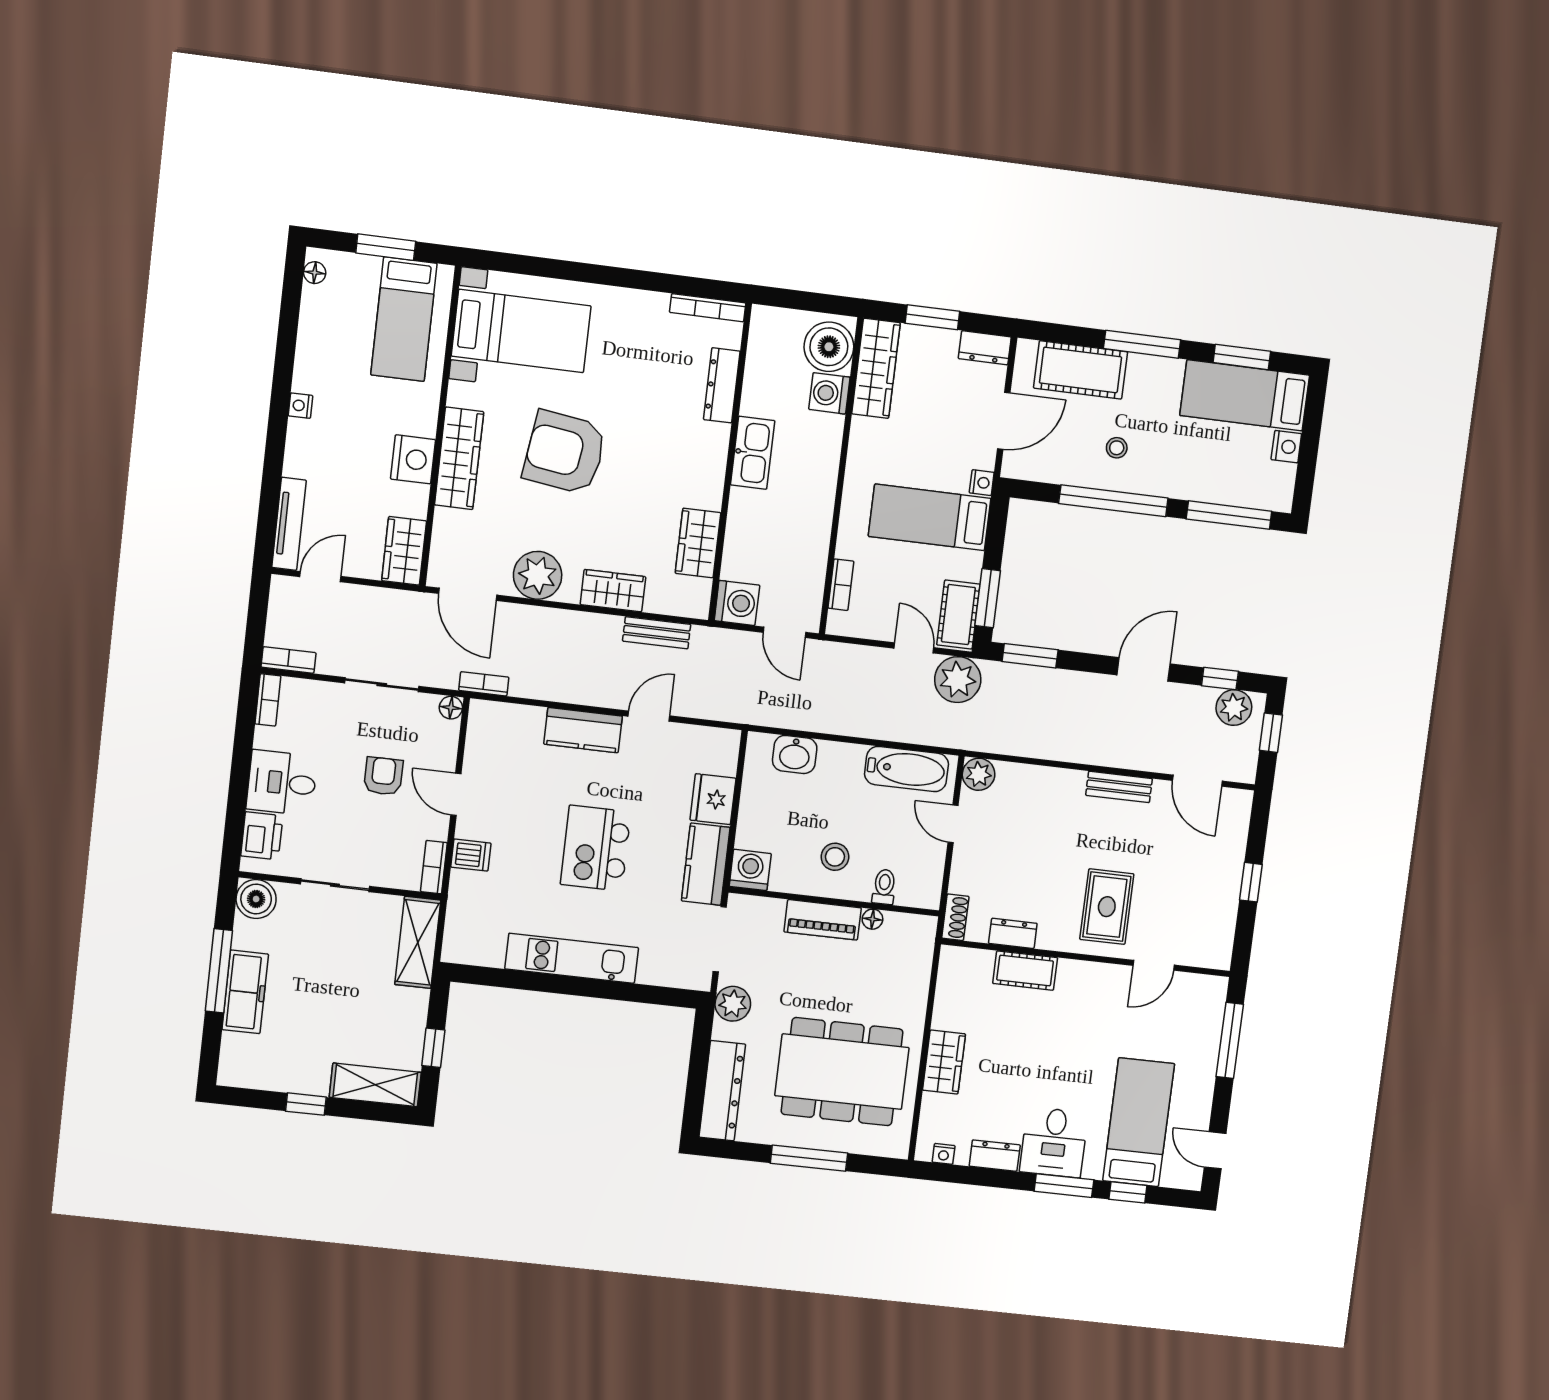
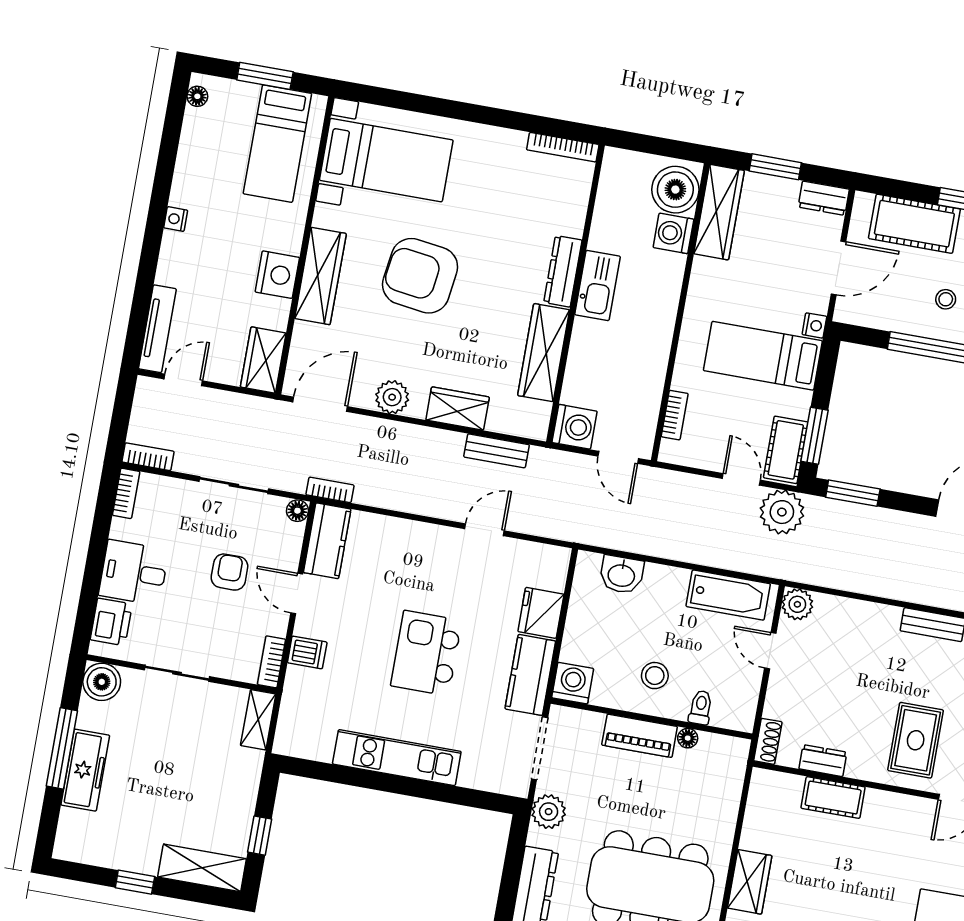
dresser: (722, 385) -> (563, 271), moved
wardrobe: (698, 543) -> (544, 353), width x1.50
plant: (538, 575) -> (392, 397), width x0.73, depth x0.73
door: (468, 594) -> (320, 404), swing flipped
kitchen counter: (583, 730) -> (327, 541), moved, turned -90
shelving: (418, 942) -> (258, 720), width x0.67, depth x0.75

